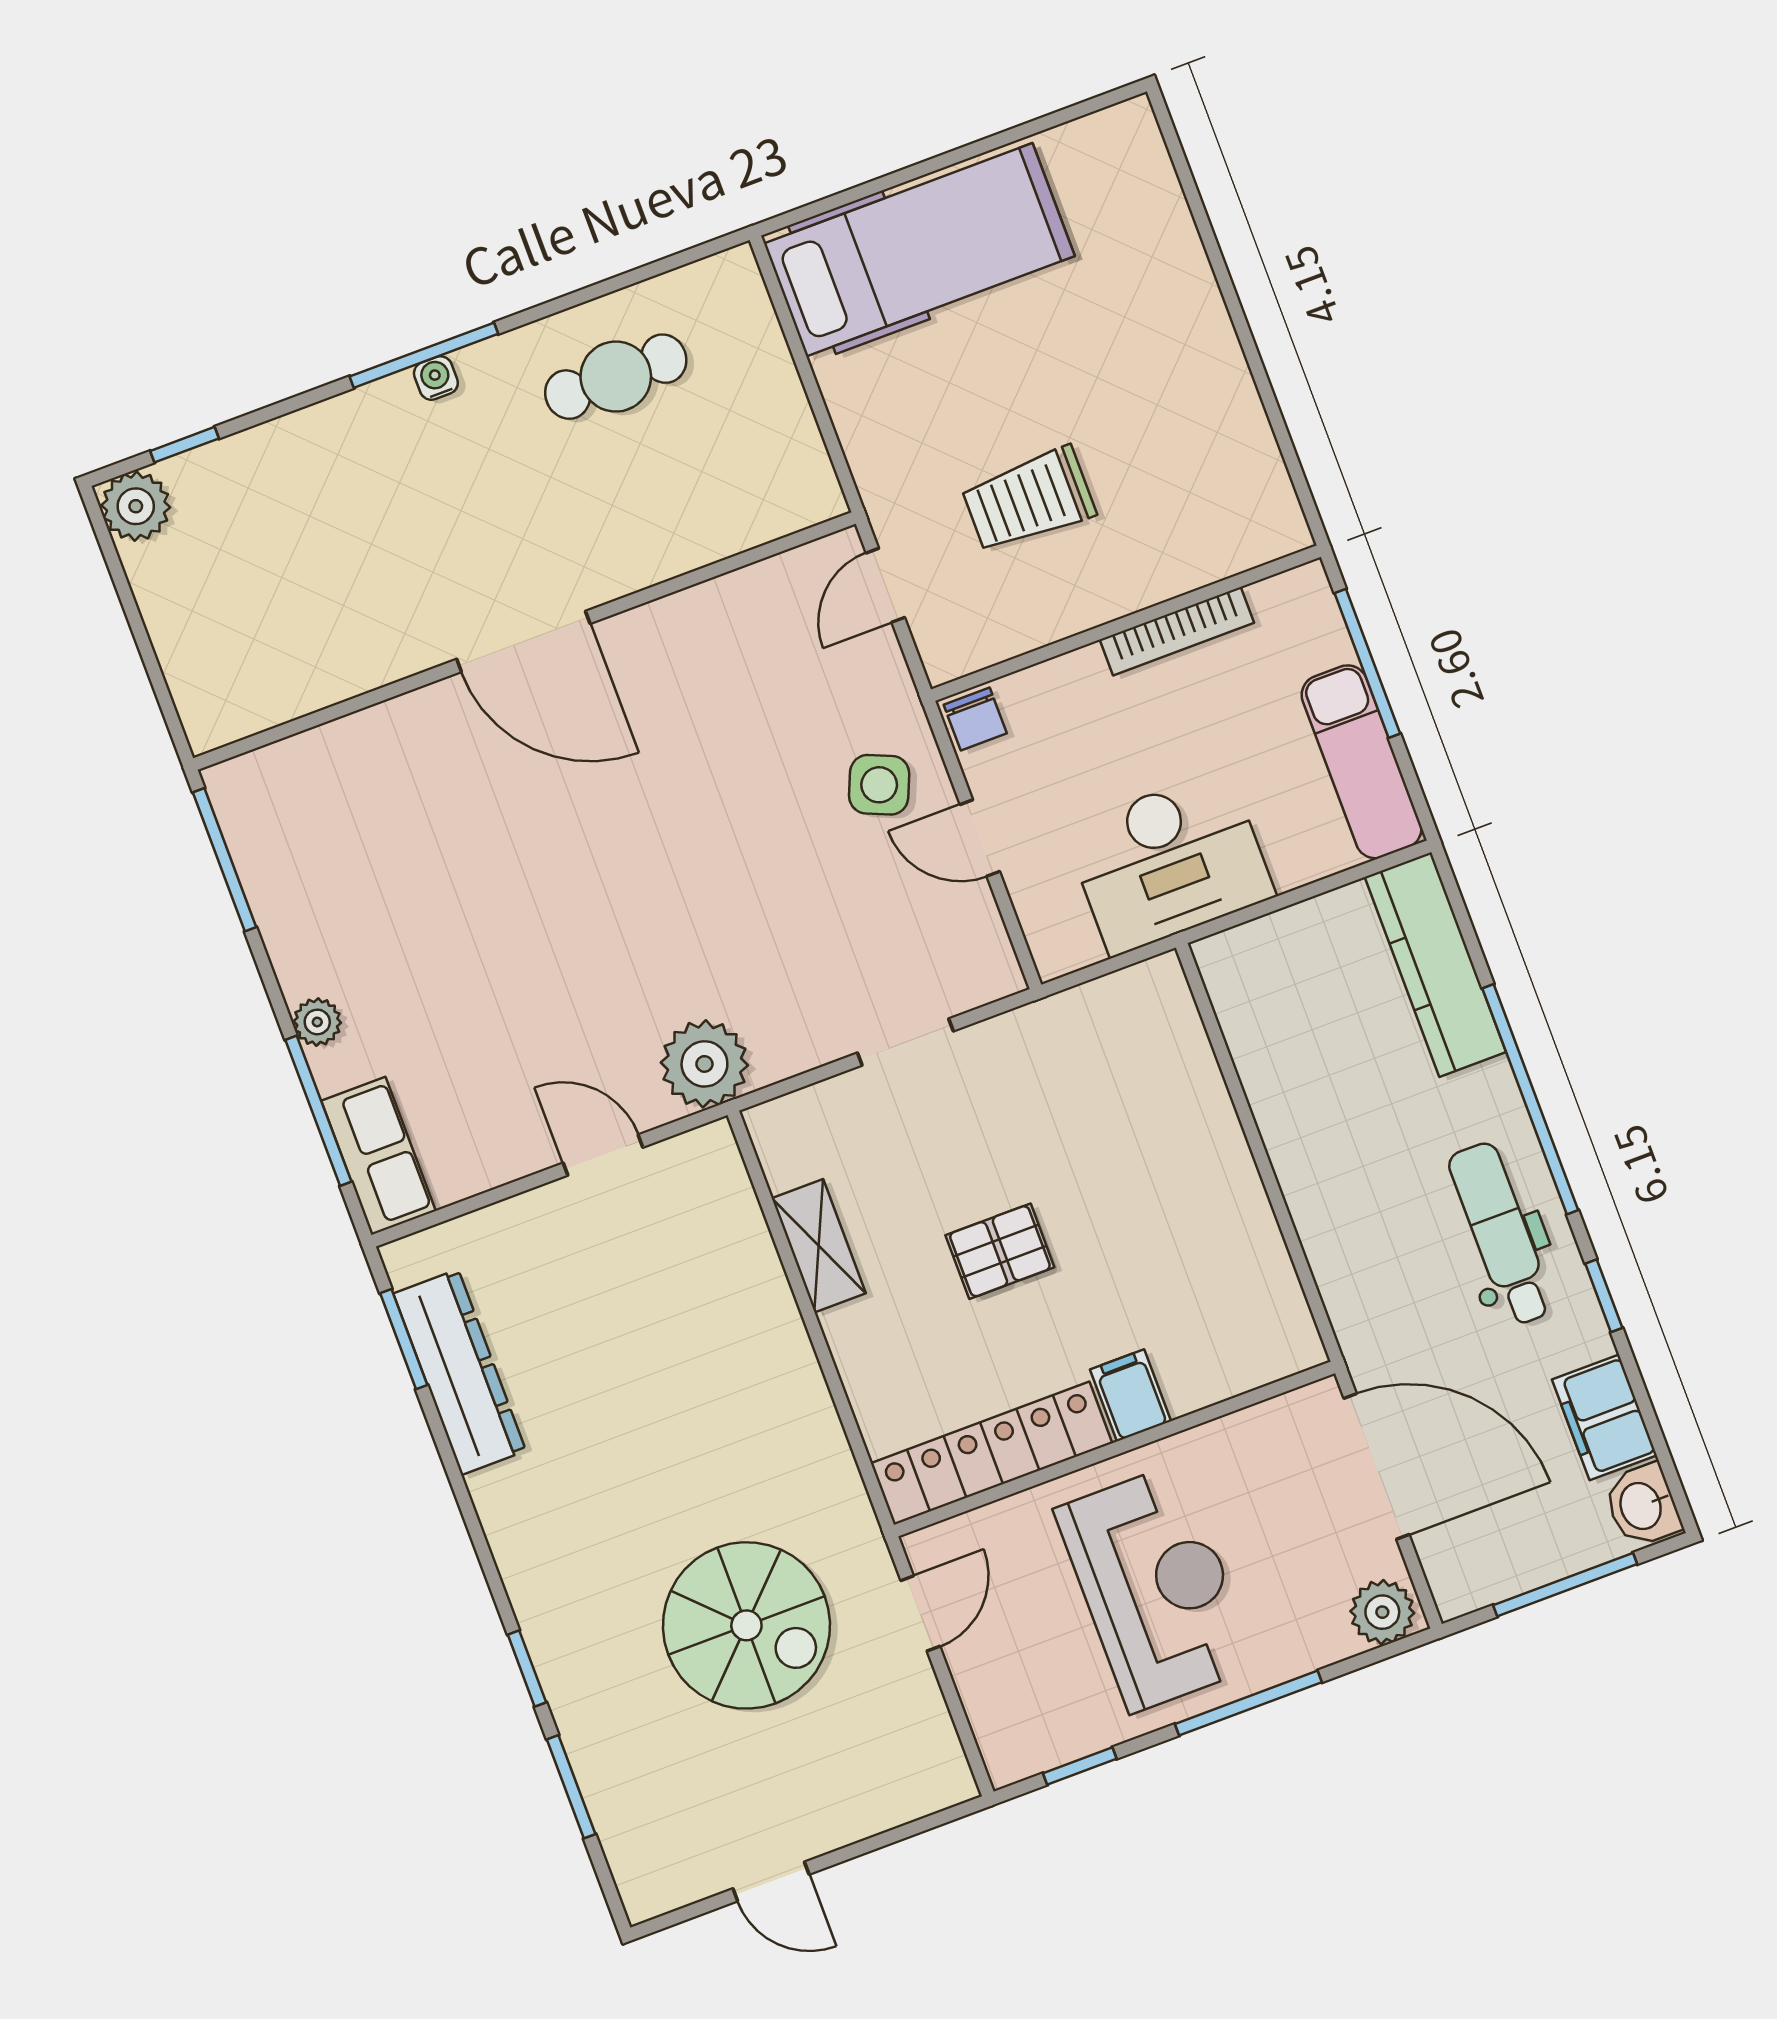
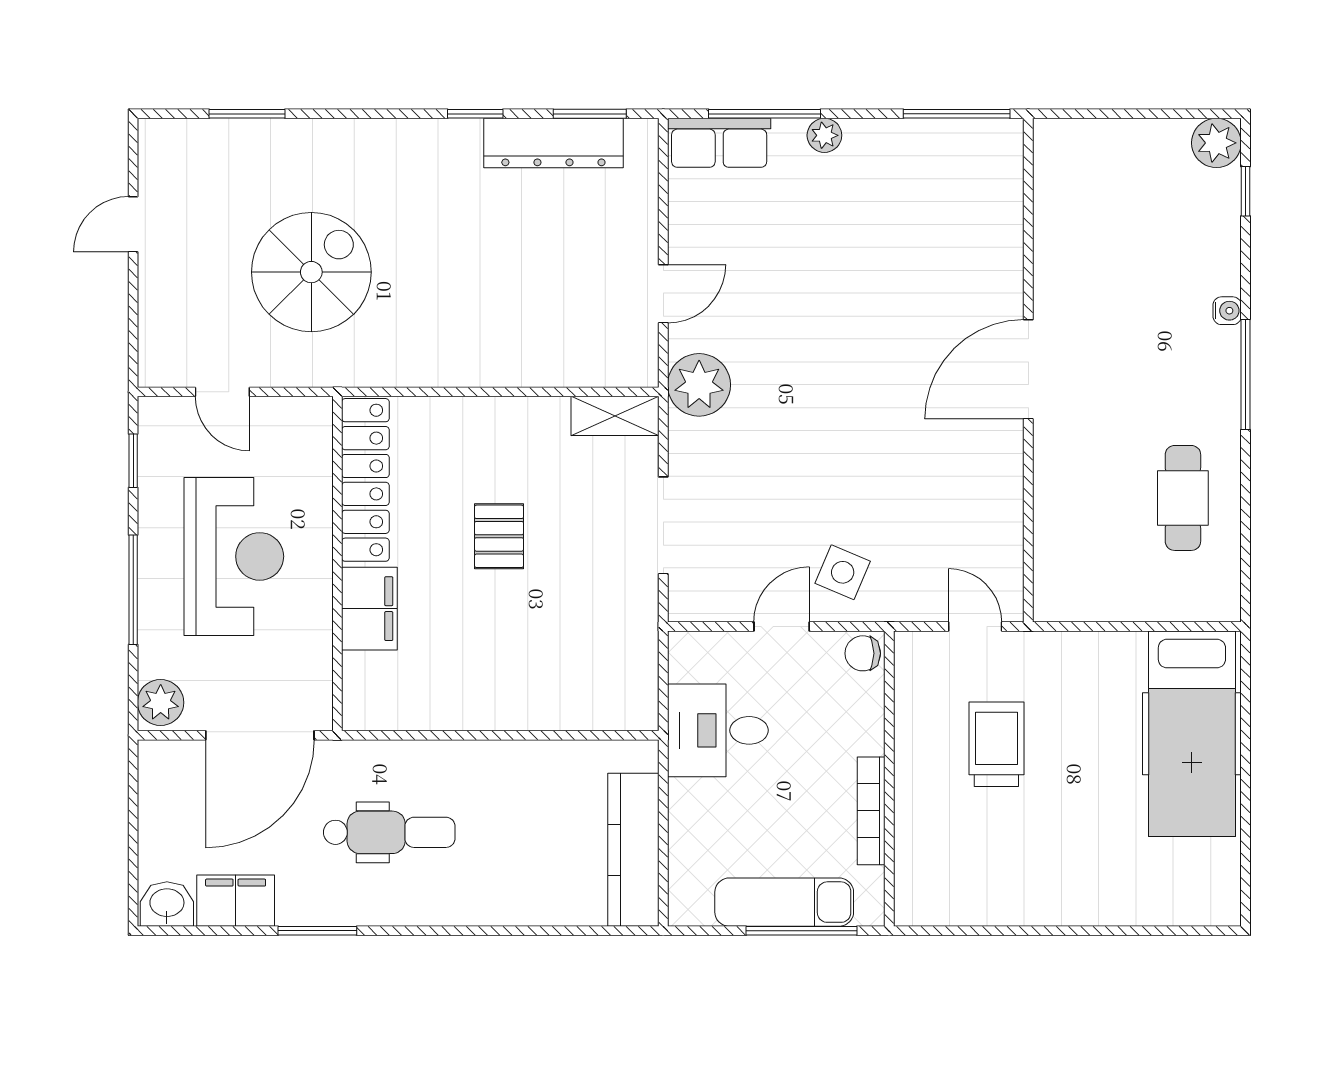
water cooler: (436, 378) -> (1227, 311), moved
exam couch: (1362, 762) -> (784, 902), moved
desk: (1169, 862) -> (718, 730), width x0.73
kitchen counter: (1435, 964) -> (633, 850), moved, turned -90
doorway: (905, 1042) -> (663, 525), width x1.38
window: (1530, 1099) -> (468, 931), removed
dental chair: (1501, 1234) -> (389, 832), moved
shelving: (819, 1246) -> (615, 416), moved
window: (1604, 1296) -> (317, 931), width x1.50
filing cabinet: (1131, 1395) -> (369, 609), width x2.00
window: (1565, 1585) -> (133, 832), removed
reception desk: (1156, 1588) -> (234, 556), turned -90
door: (920, 1613) -> (222, 392), moved
spiral stairs: (746, 1625) -> (311, 272), turned 180
window: (527, 1668) -> (475, 114), moved

